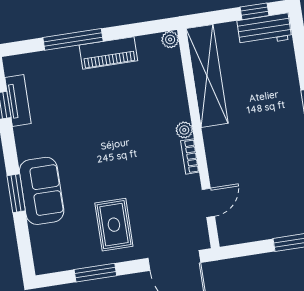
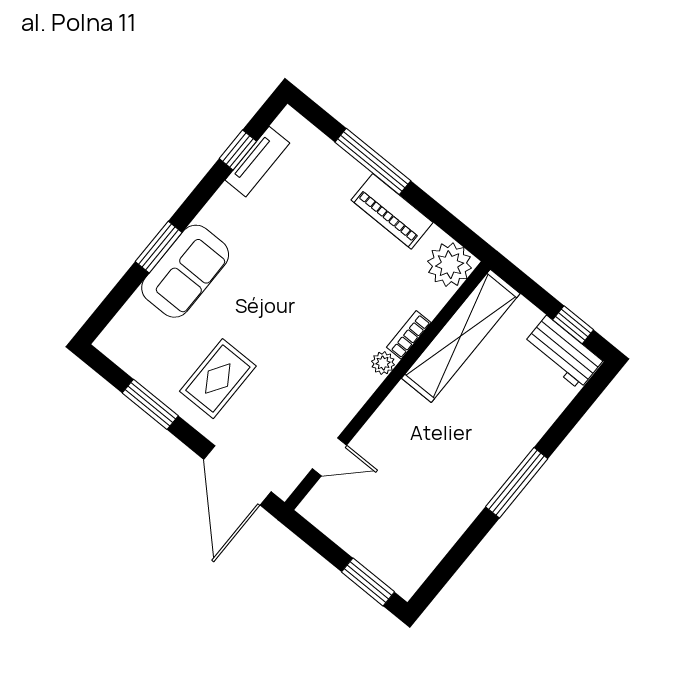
plant: (170, 40) -> (450, 265), width x1.87, depth x1.87
bookcase: (190, 156) -> (409, 335), moved

